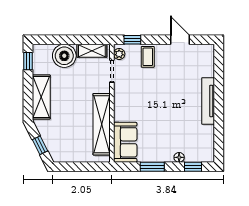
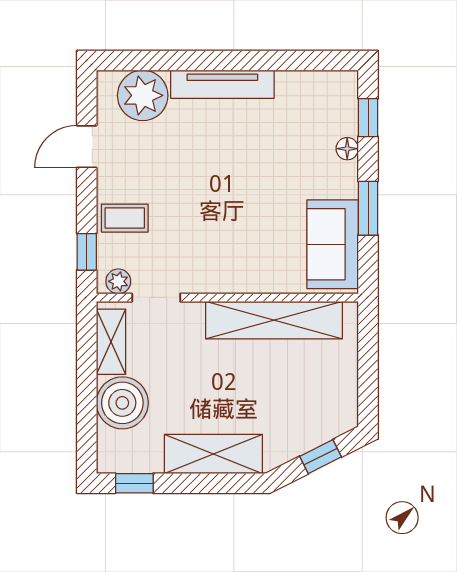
plant: (203, 65) -> (143, 95), added
sofa: (125, 142) -> (333, 244), moved, turned -90

